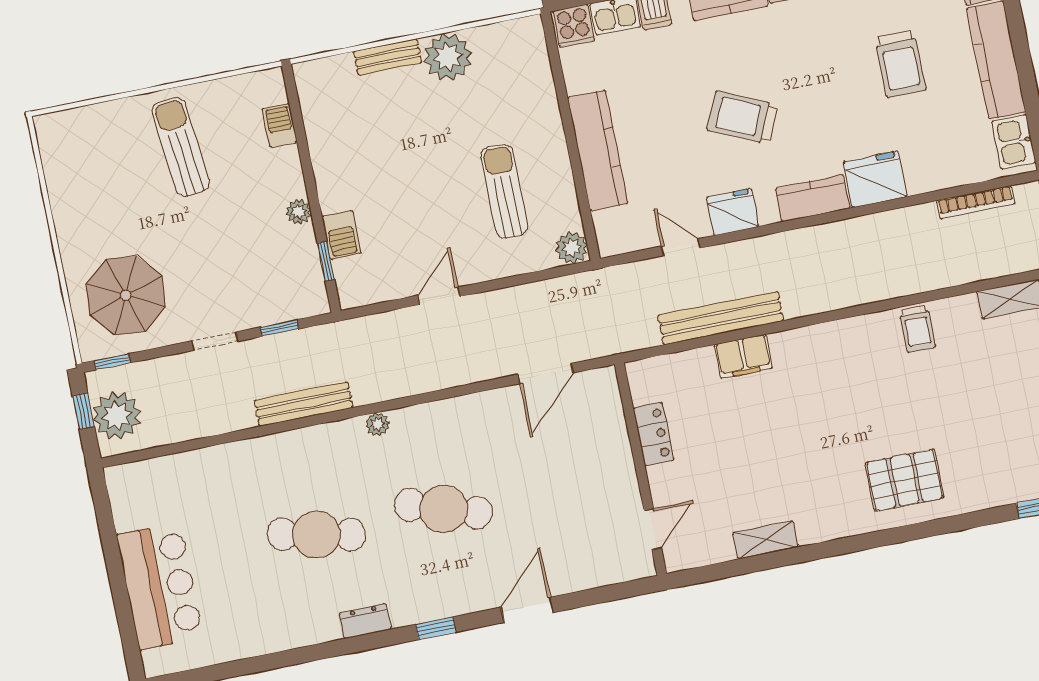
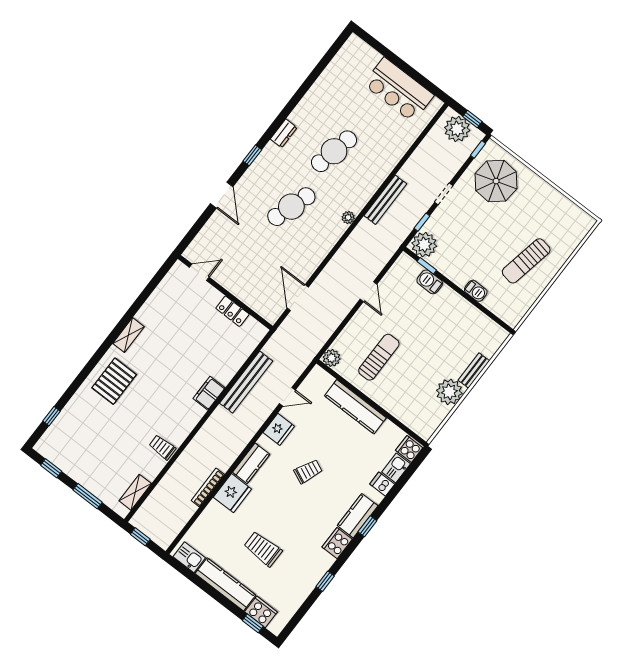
trolley: (743, 117) -> (308, 471), width x0.73, depth x0.72
barbecue: (280, 125) -> (476, 291), moved
sun lounger: (181, 147) -> (526, 261), turned 107
sun lounger: (504, 191) -> (379, 357), turned -90
bookcase: (976, 202) -> (208, 488), moved
plant: (298, 212) -> (424, 245), moved, width x1.88, depth x1.88
filing cabinet: (743, 356) -> (209, 393), moved
door: (653, 529) -> (199, 272), swing flipped
shelving: (765, 540) -> (128, 335), moved
bar counter: (160, 586) -> (399, 90), moved

